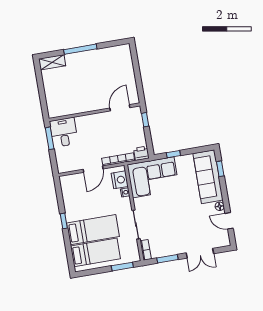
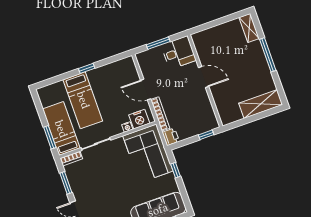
shelving: (125, 64) -> (261, 104), added
door: (120, 108) -> (204, 77), moved
window: (50, 138) -> (158, 43), moved
bed: (95, 252) -> (61, 129), moved, turned 180

